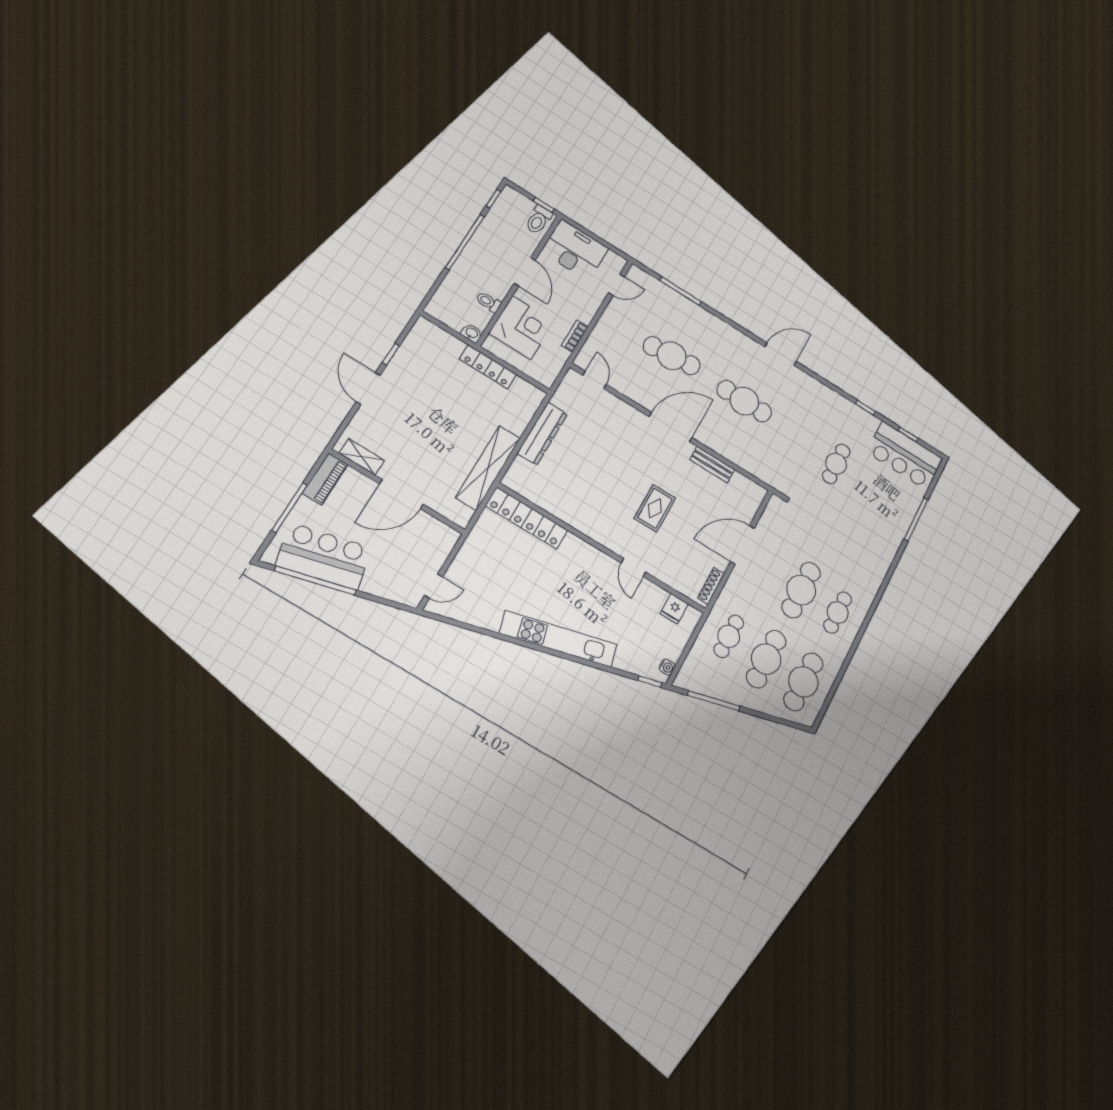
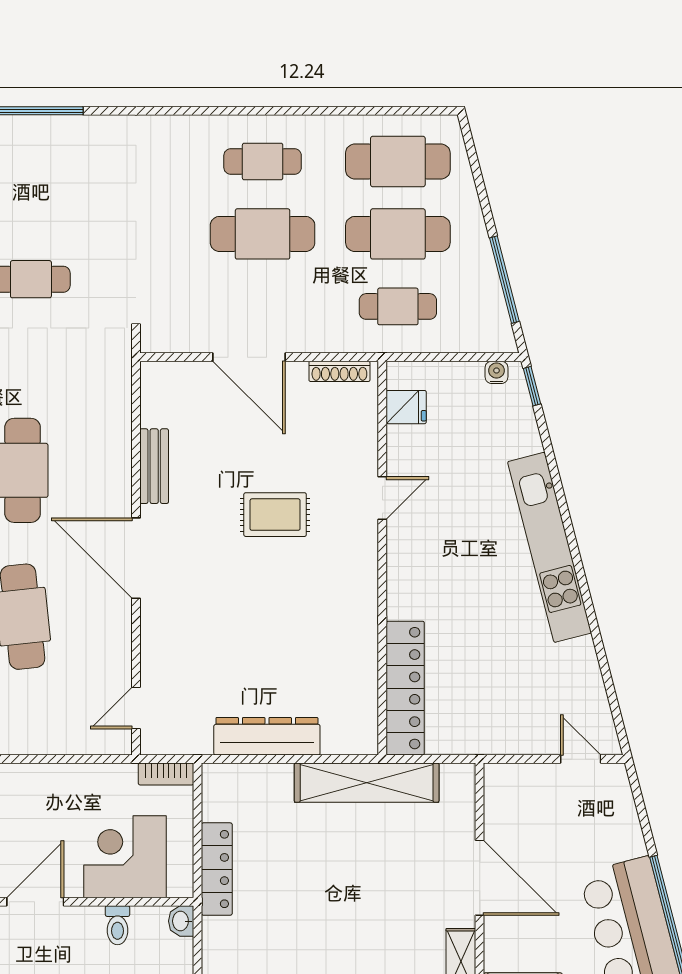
bookcase: (575, 336) -> (166, 774), moved

